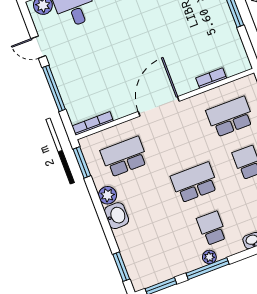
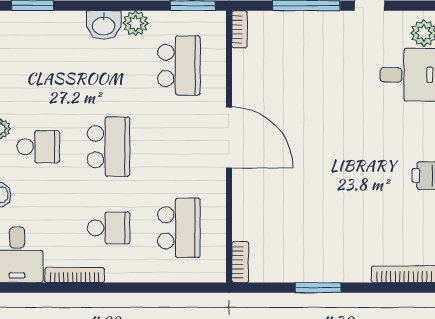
bookcase: (211, 78) -> (240, 262), moved
bookcase: (93, 124) -> (239, 29), width x0.64

